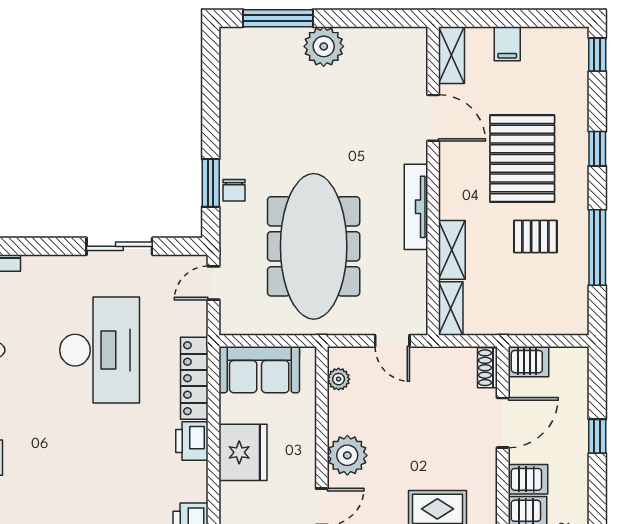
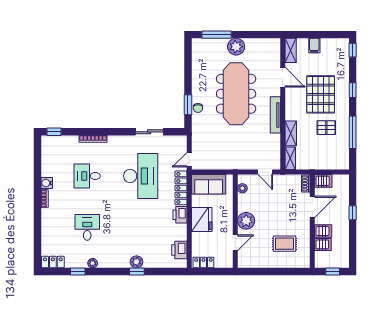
meeting table: (314, 246) -> (236, 94), moved
door: (213, 283) -> (189, 160), moved

